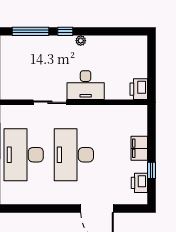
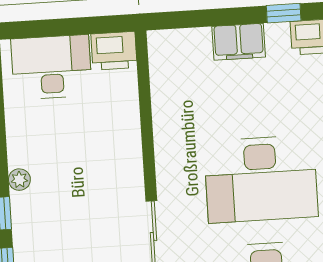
desk: (86, 85) -> (51, 67), moved, turned -90

